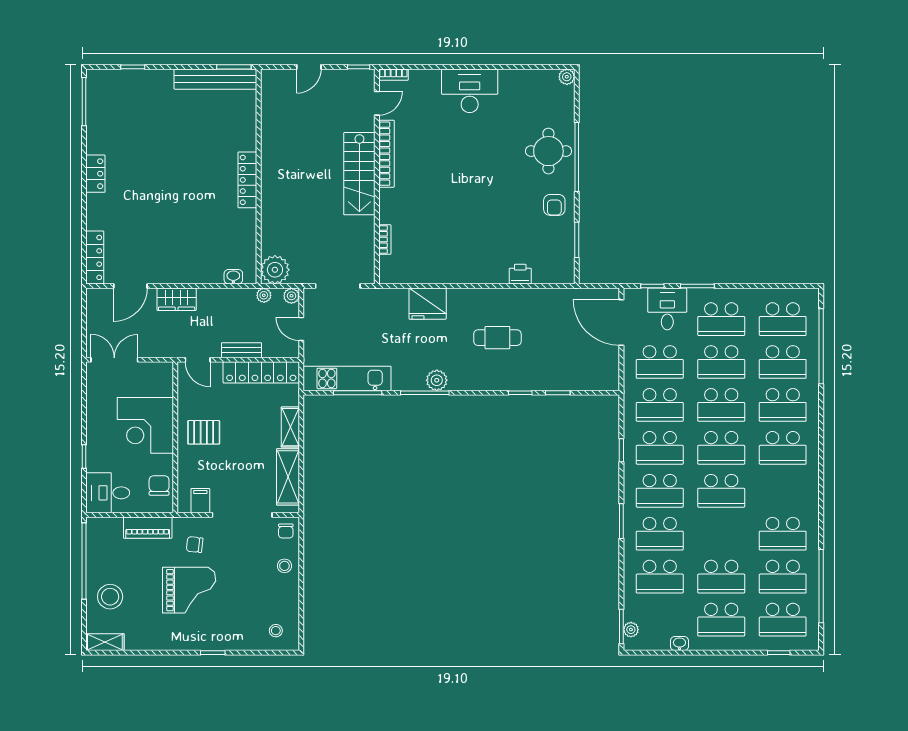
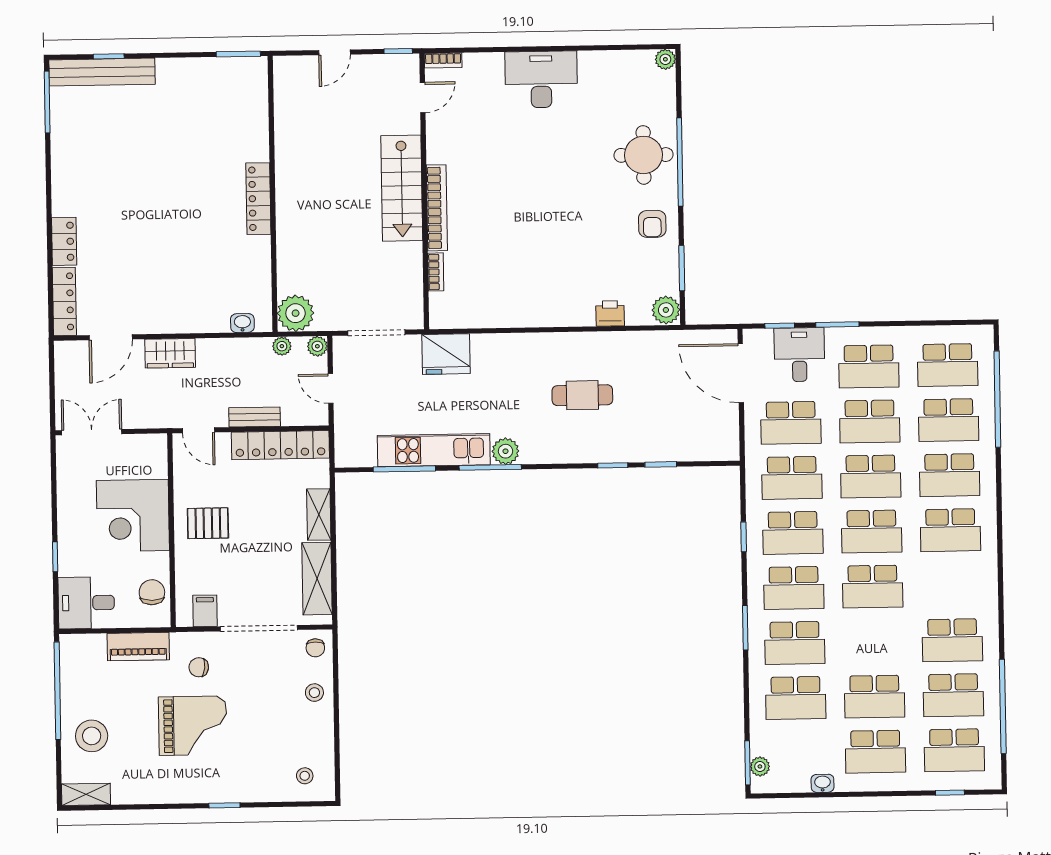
bench: (215, 79) -> (102, 72), moved
bookcase: (386, 154) -> (437, 208), moved
locker: (95, 174) -> (64, 241), moved
plant: (564, 272) -> (666, 310), added
fridge: (428, 304) -> (446, 354), moved
kitchen unit: (347, 378) -> (434, 450), moved

